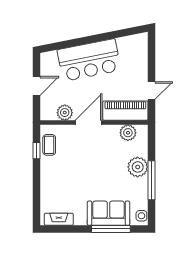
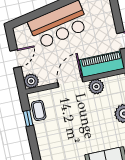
plant: (65, 113) -> (31, 81), moved
plant: (128, 133) -> (96, 87), moved

